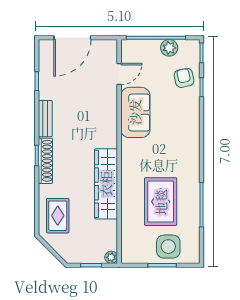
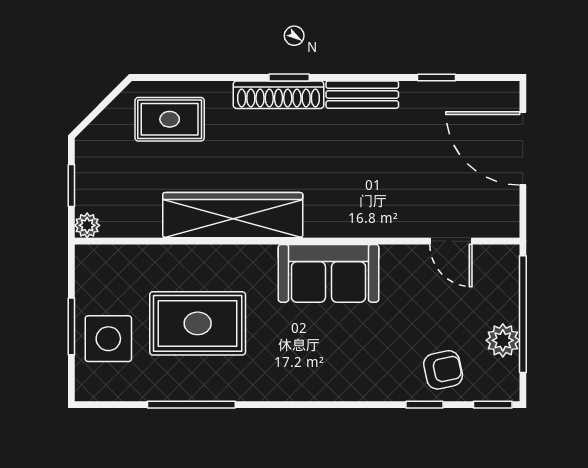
sofa: (135, 112) -> (329, 273), moved

